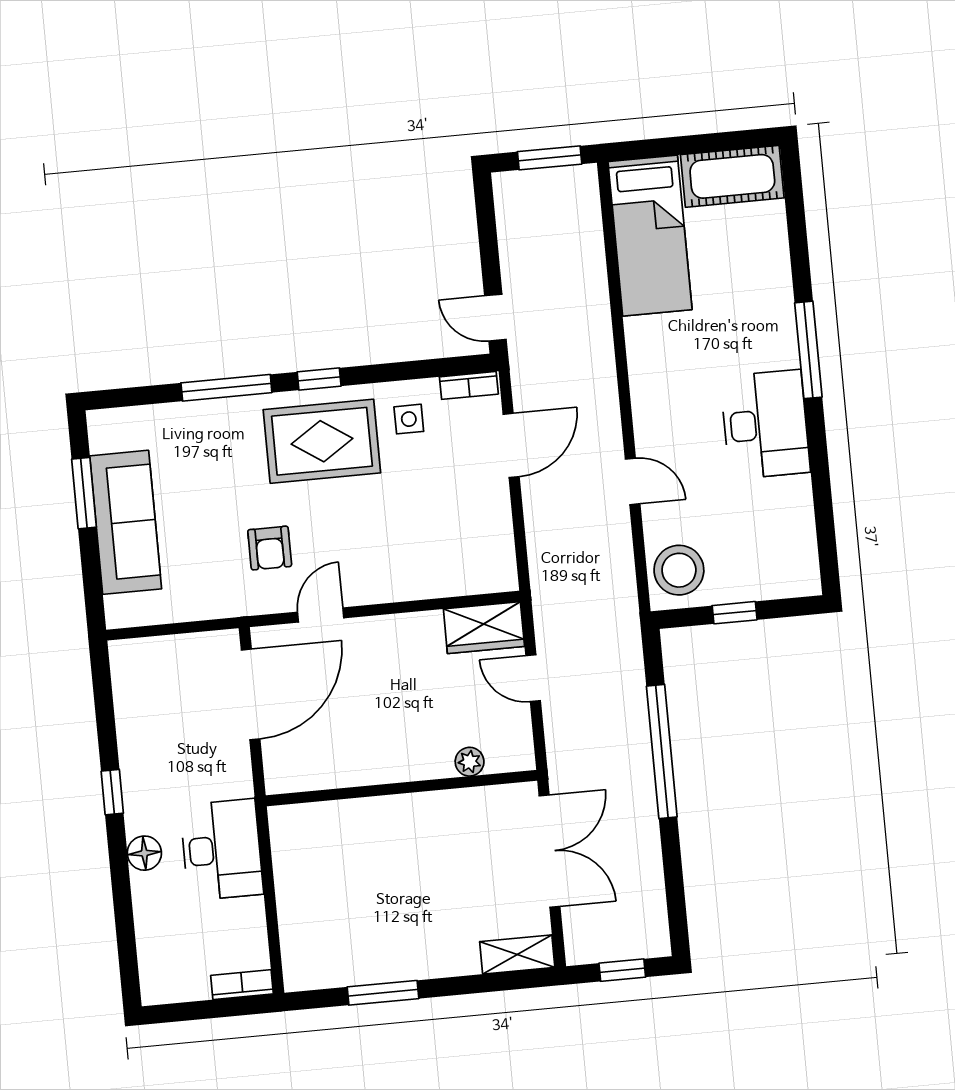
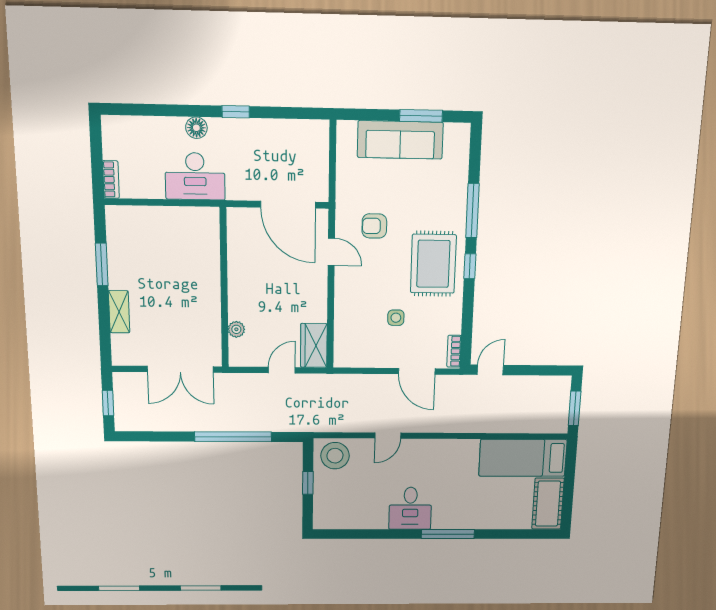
side table: (409, 419) -> (396, 318), moved
desk: (765, 424) -> (410, 508), width x0.73
shelving: (517, 954) -> (119, 312), moved

